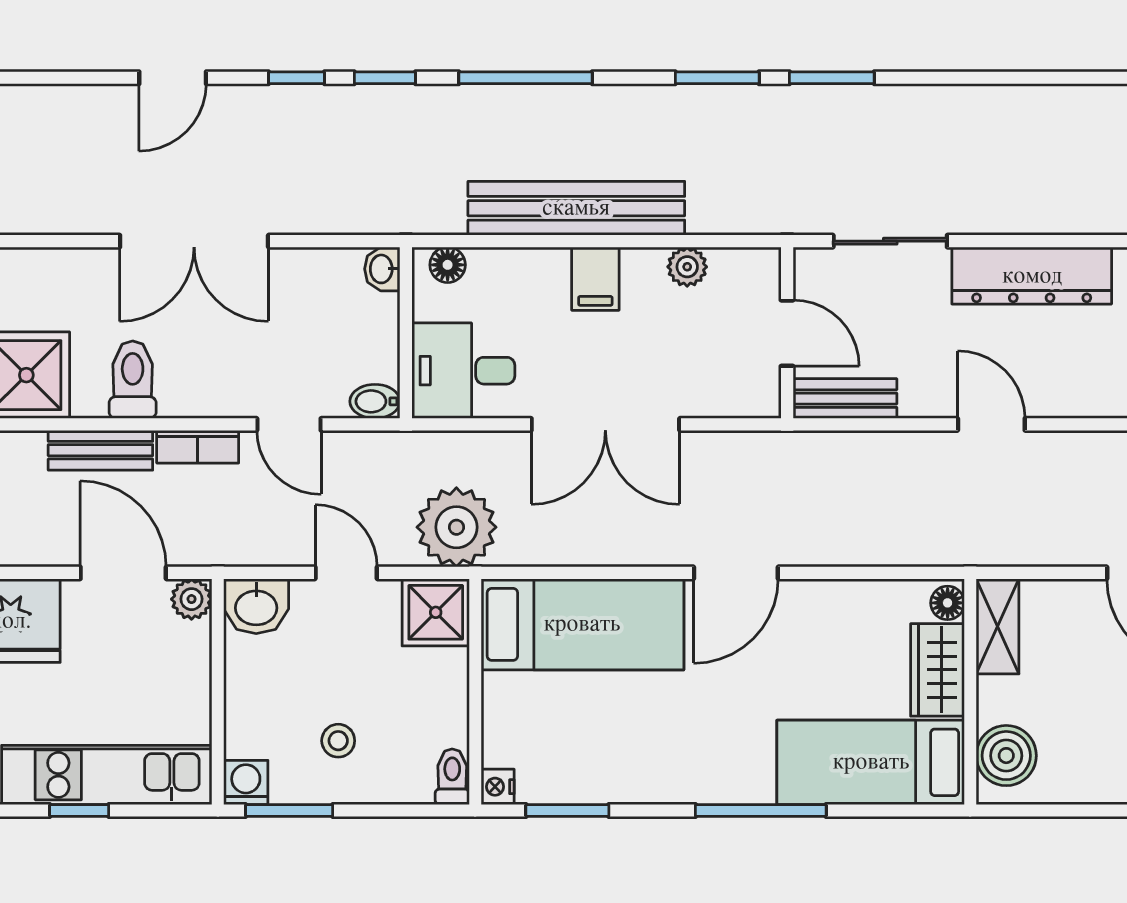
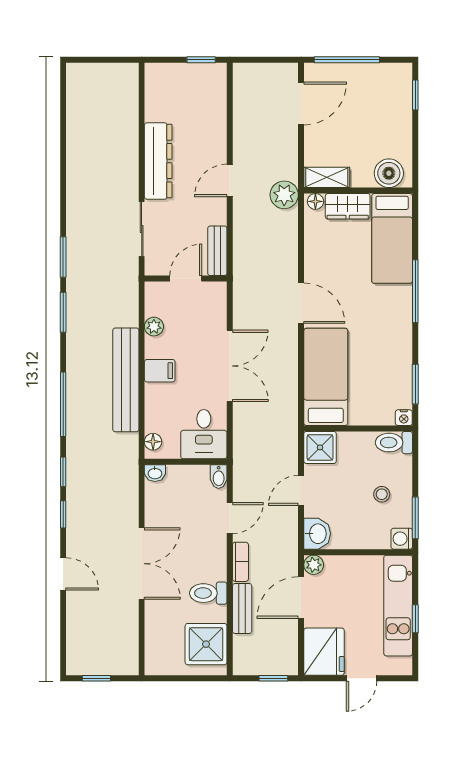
plant: (456, 527) -> (284, 195), moved, width x0.73, depth x0.73
toilet: (452, 777) -> (394, 443), width x1.37, depth x1.39

